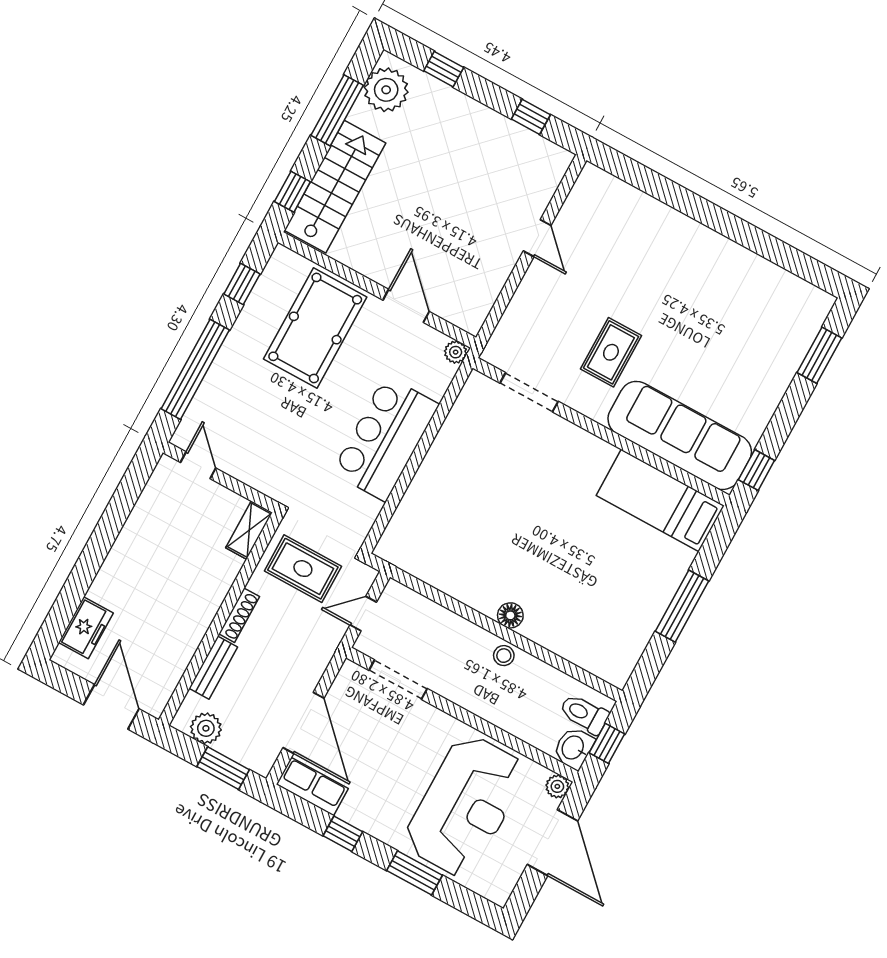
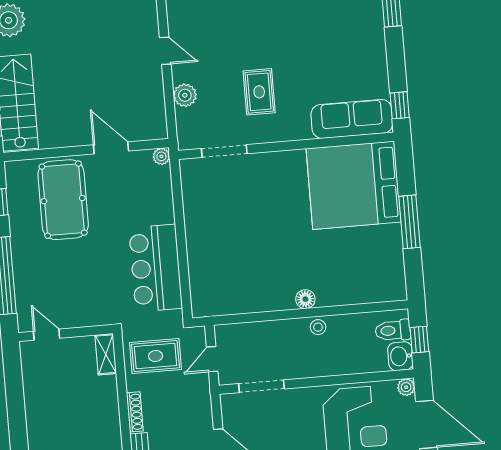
plant: (526, 302) -> (185, 95), added
sofa: (680, 435) -> (352, 119), width x0.74, depth x0.79
bar counter: (385, 439) -> (156, 268), moved
bed: (660, 501) -> (354, 185), width x2.04

